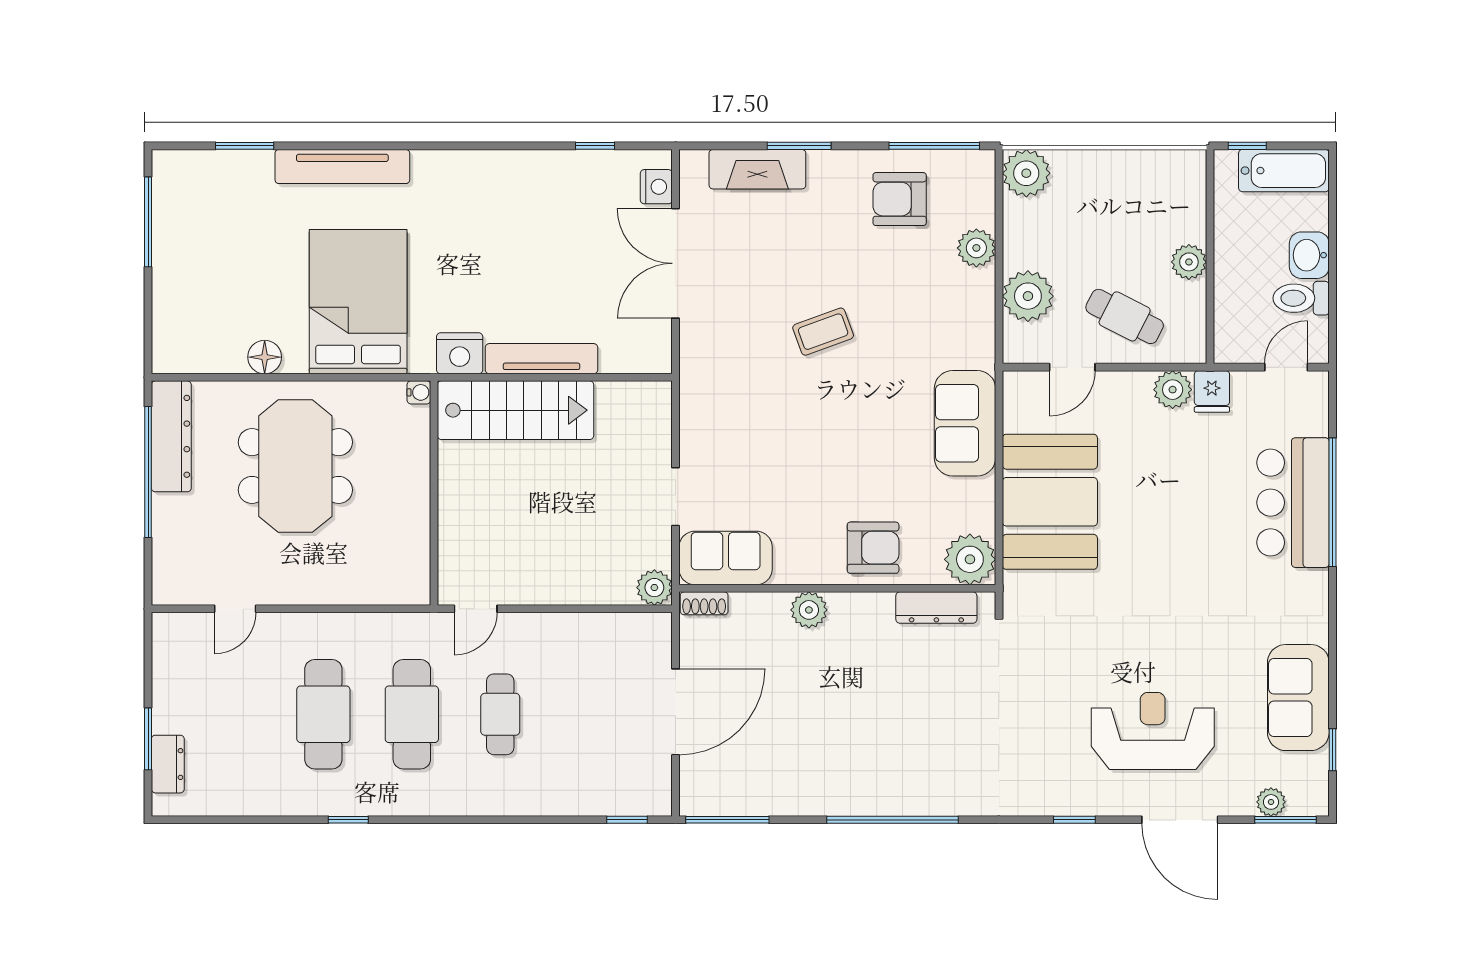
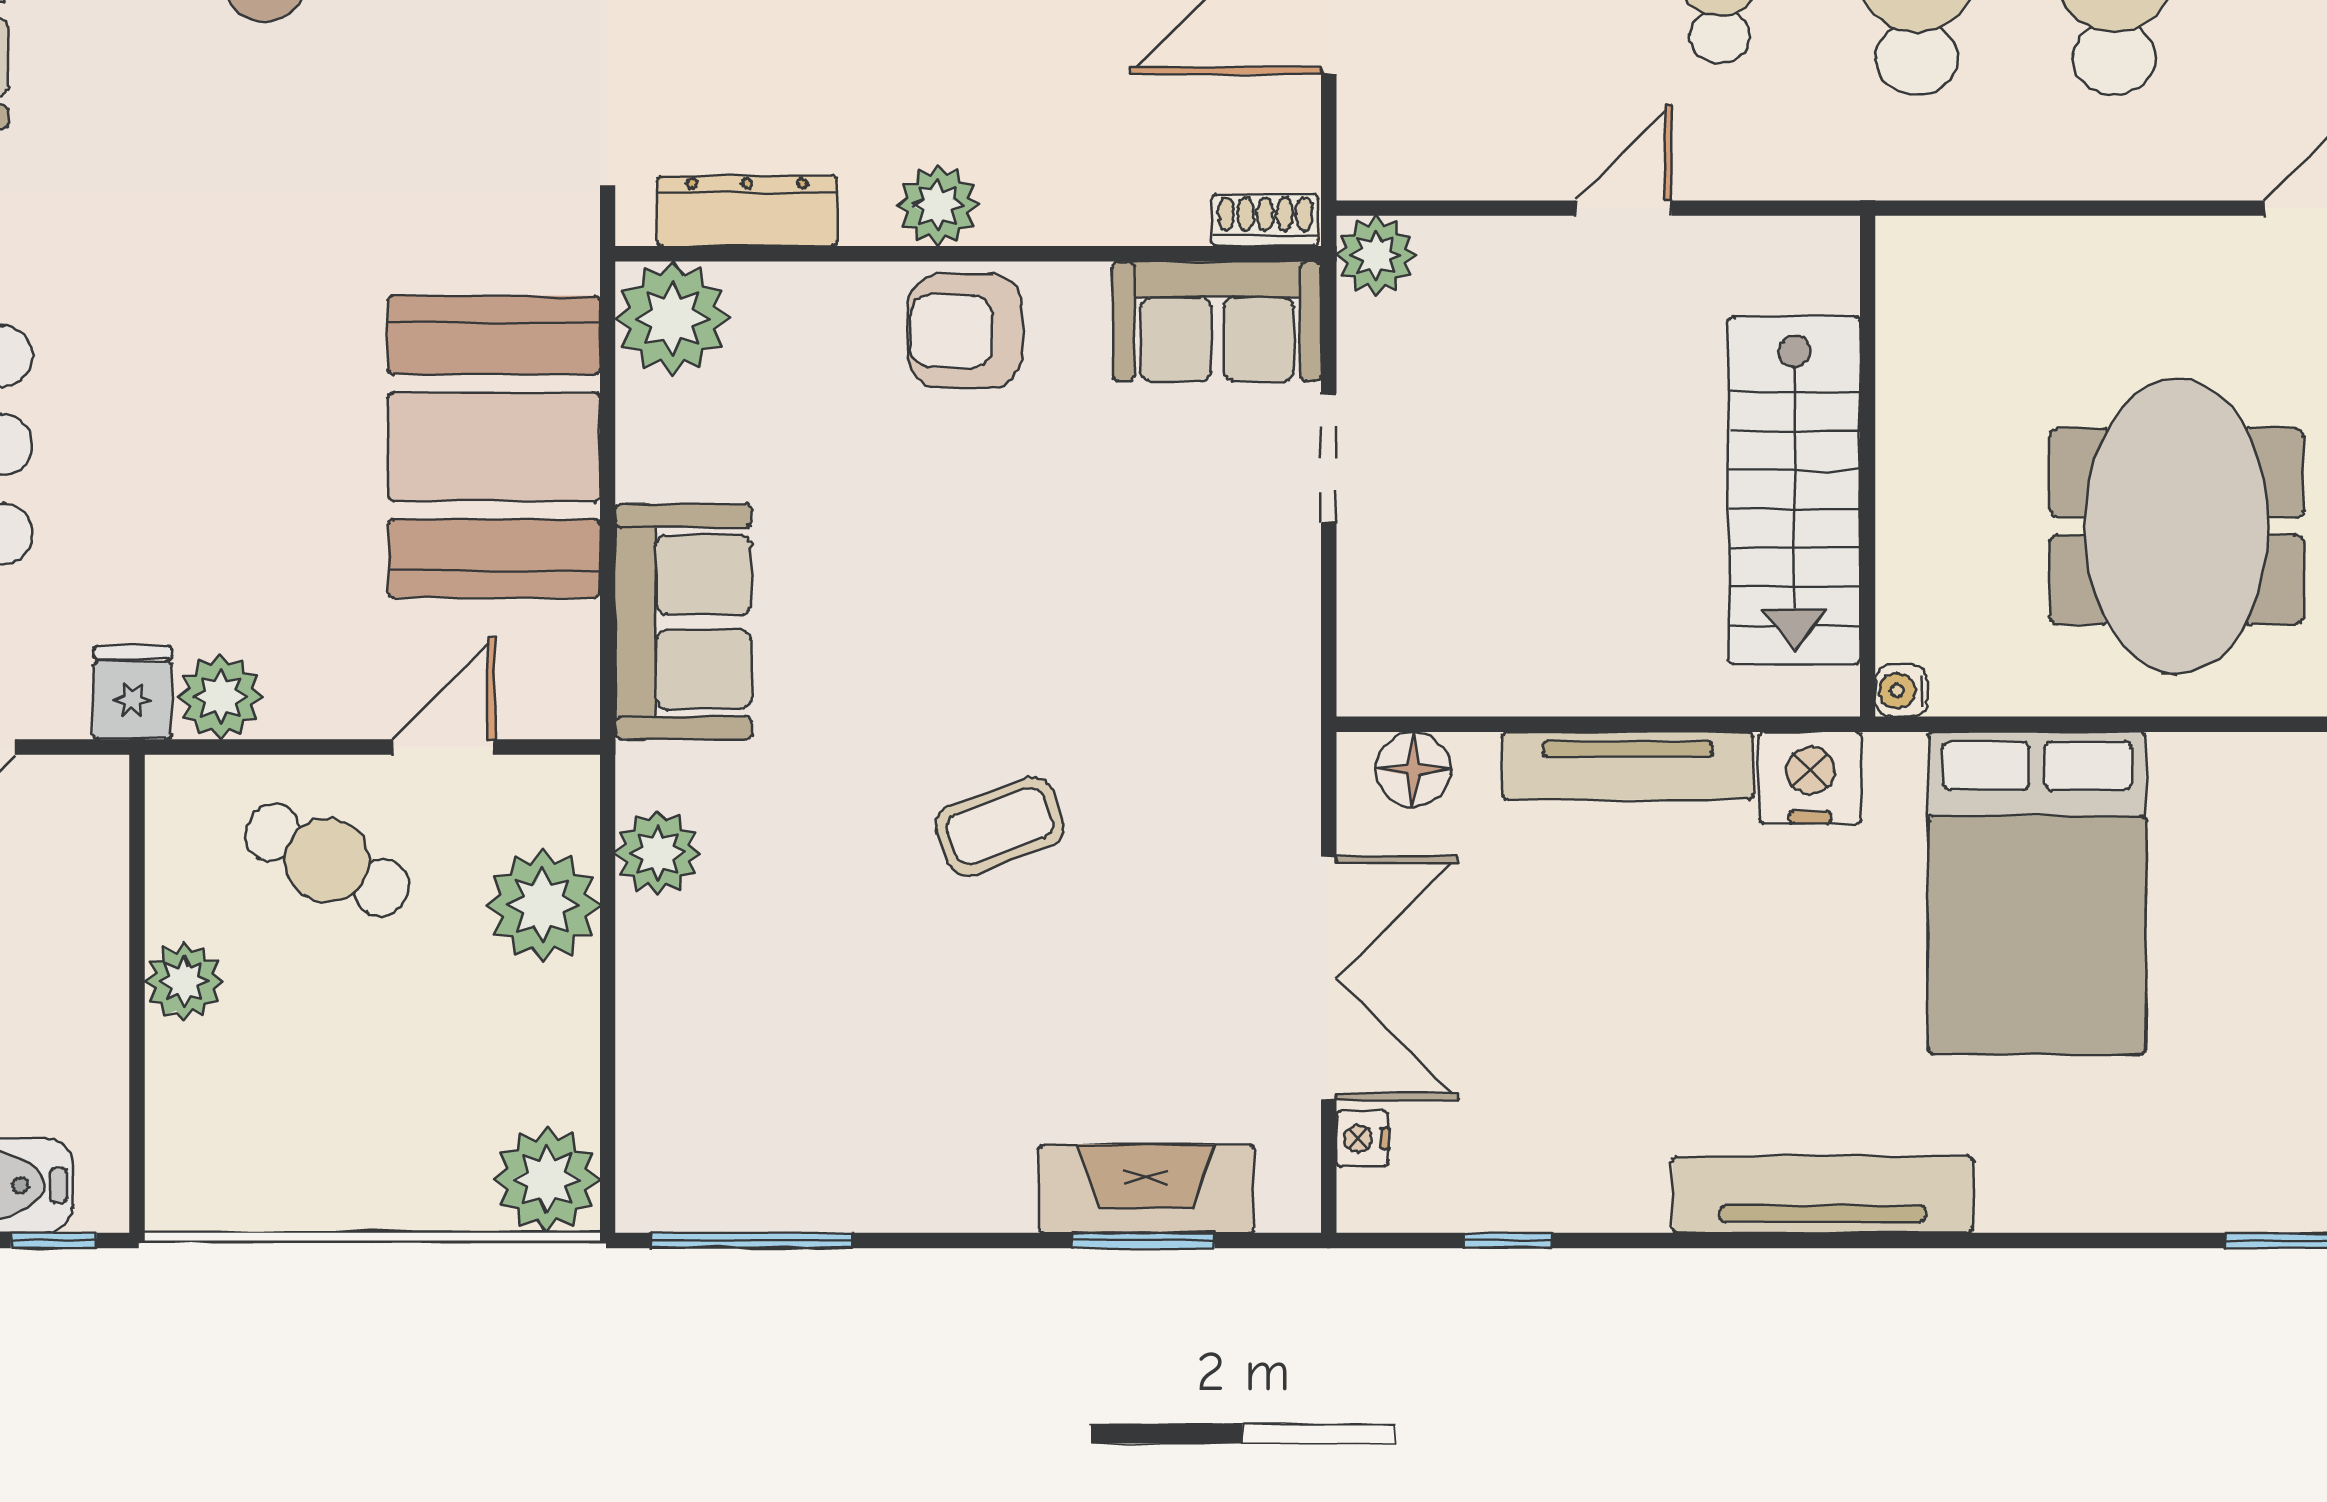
window: (799, 146) -> (1143, 1240), moved
tv unit: (342, 167) -> (1823, 1194), moved
nightstand: (656, 187) -> (1362, 1139), width x0.72, depth x0.74
armchair: (900, 199) -> (829, 1122), removed
plant: (976, 248) -> (658, 853), moved
floor lamp: (265, 357) -> (1413, 769), moved
stairs: (515, 410) -> (1794, 490), moved, turned -90
armchair: (873, 548) -> (965, 331), moved
door: (476, 609) -> (1624, 208), moved
plant: (809, 610) -> (938, 205), moved

